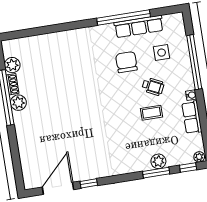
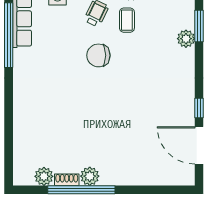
chair: (126, 62) -> (98, 55), moved
plant: (158, 161) -> (186, 39), moved

